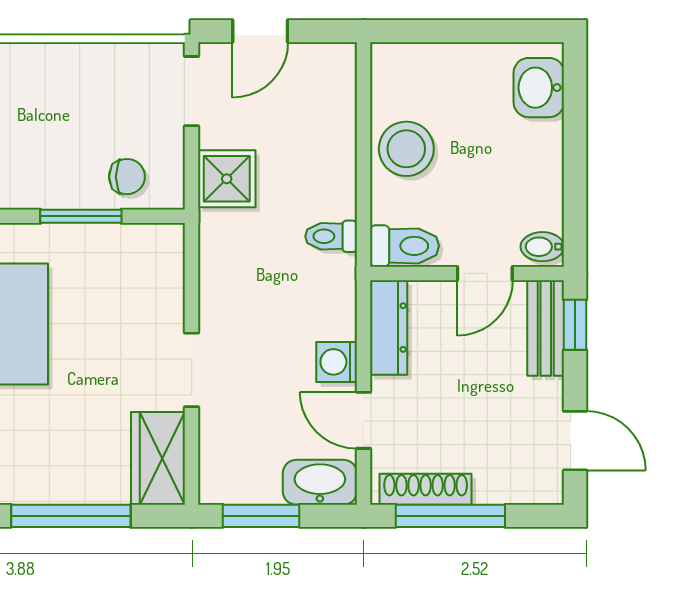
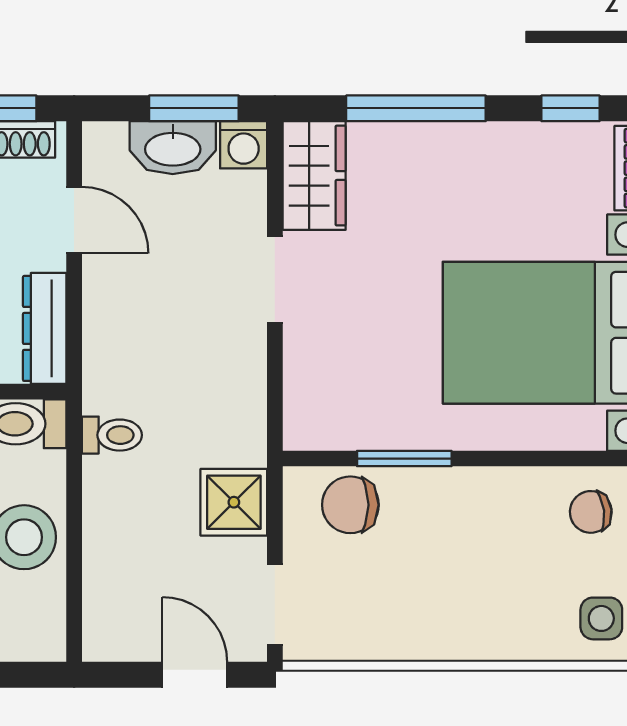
door: (260, 31) -> (195, 675), hinge flipped
chair: (127, 177) -> (350, 505), width x1.37, depth x1.37
washing machine: (337, 362) -> (244, 145), moved, turned 90
washbasin: (320, 482) -> (173, 148), moved

